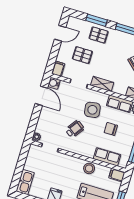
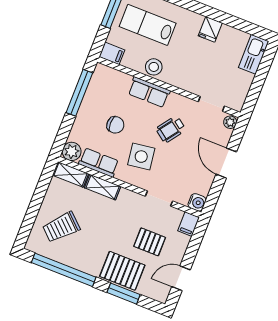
pallet: (99, 35) -> (122, 271), width x1.50, depth x1.42
shelving: (102, 84) -> (103, 187), moved
door: (41, 96) -> (226, 163), moved
row of seats: (107, 157) -> (149, 92), moved

